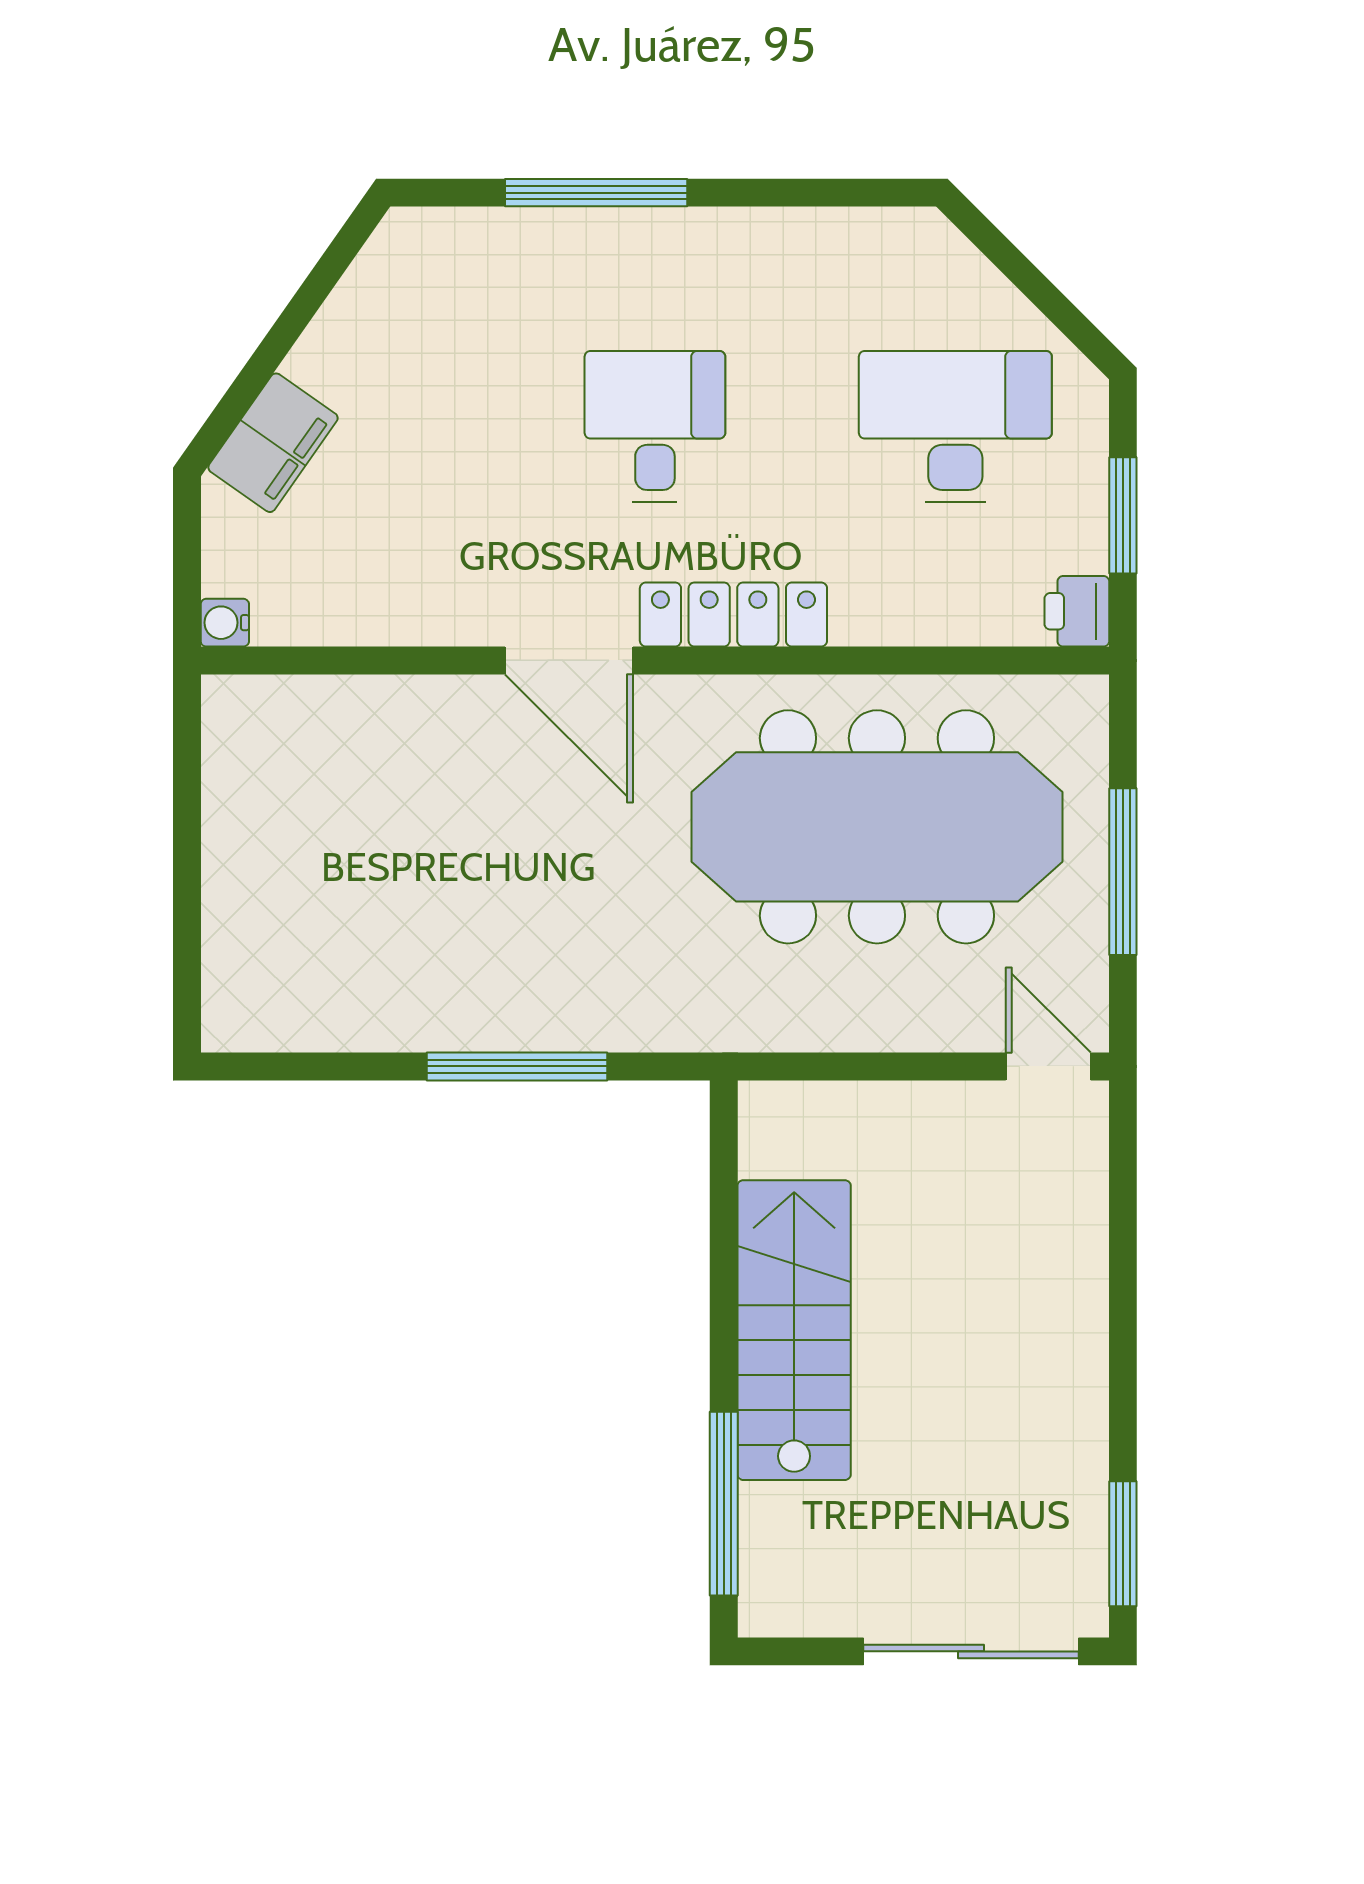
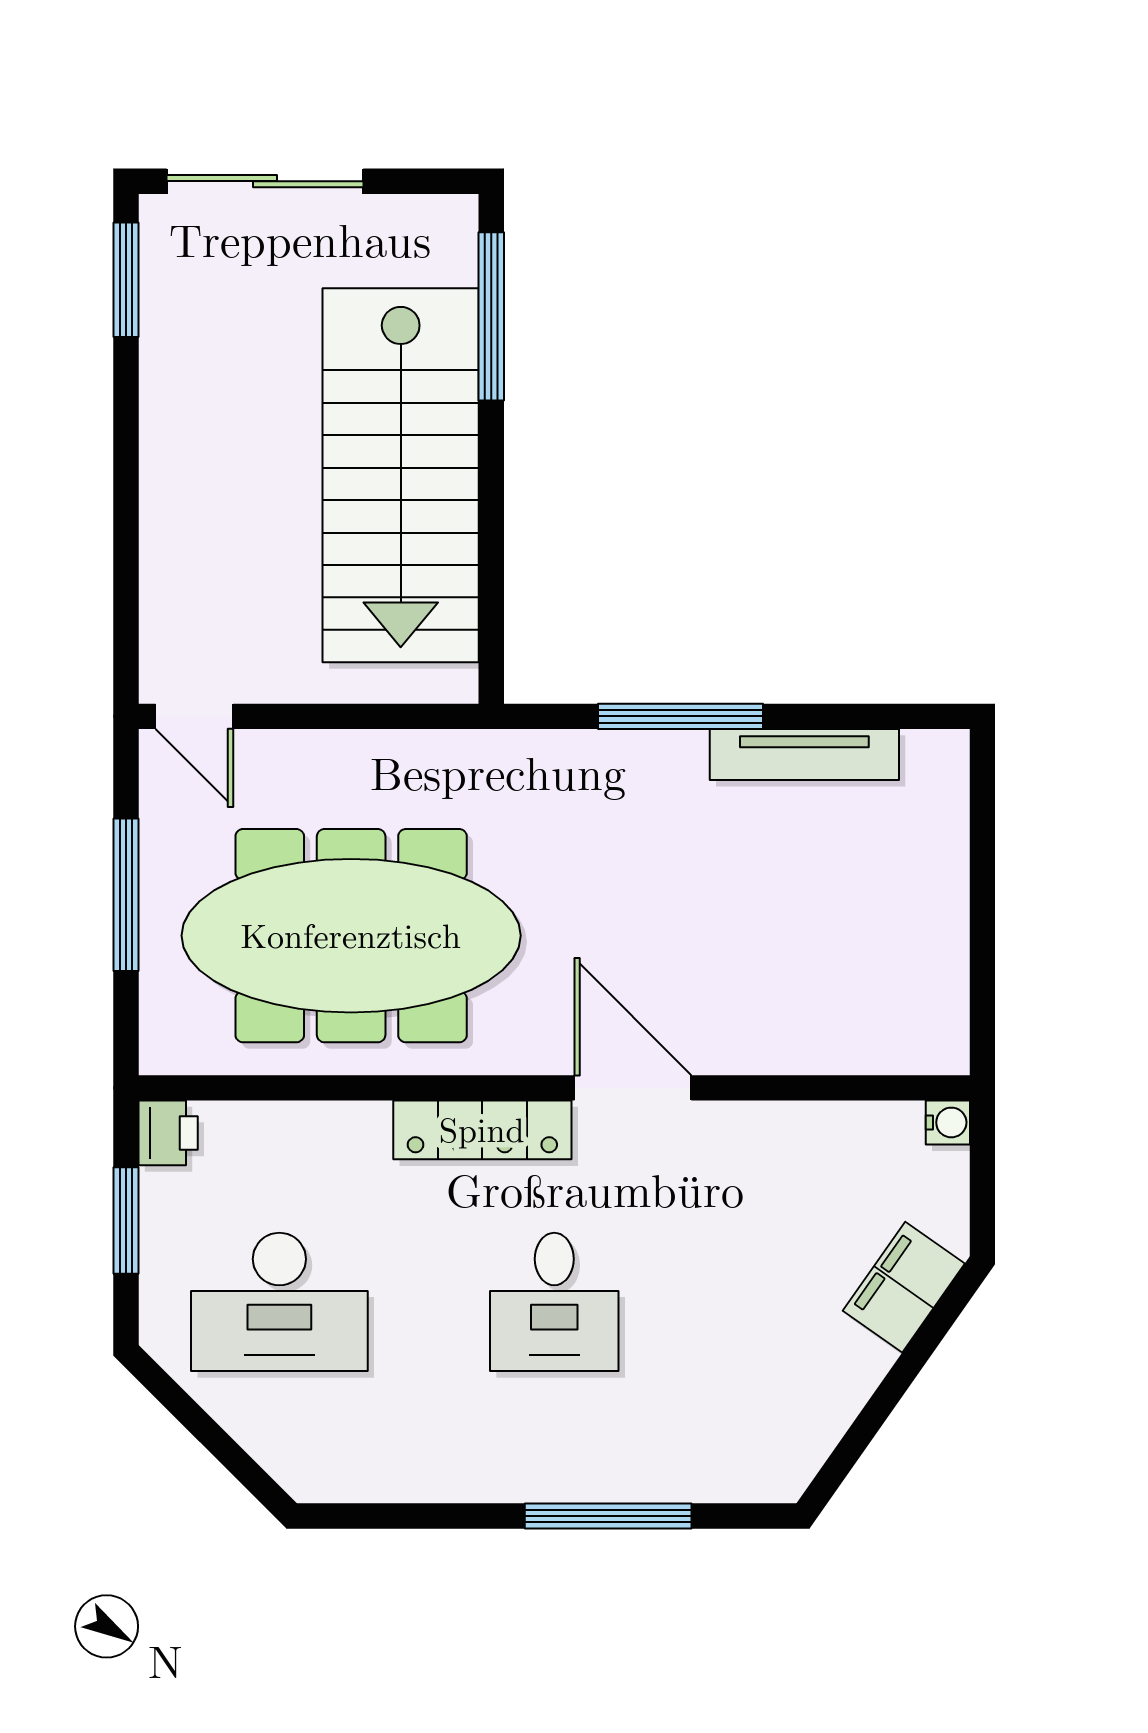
tv unit: (381, 1025) -> (804, 755), added
stairs: (794, 1330) -> (401, 475), width x1.36, depth x1.51

